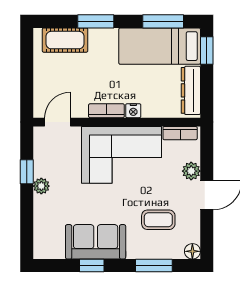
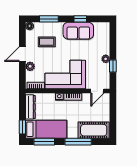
window: (96, 21) -> (78, 142), width x1.44
cot: (65, 40) -> (94, 130), width x1.37, depth x1.34

